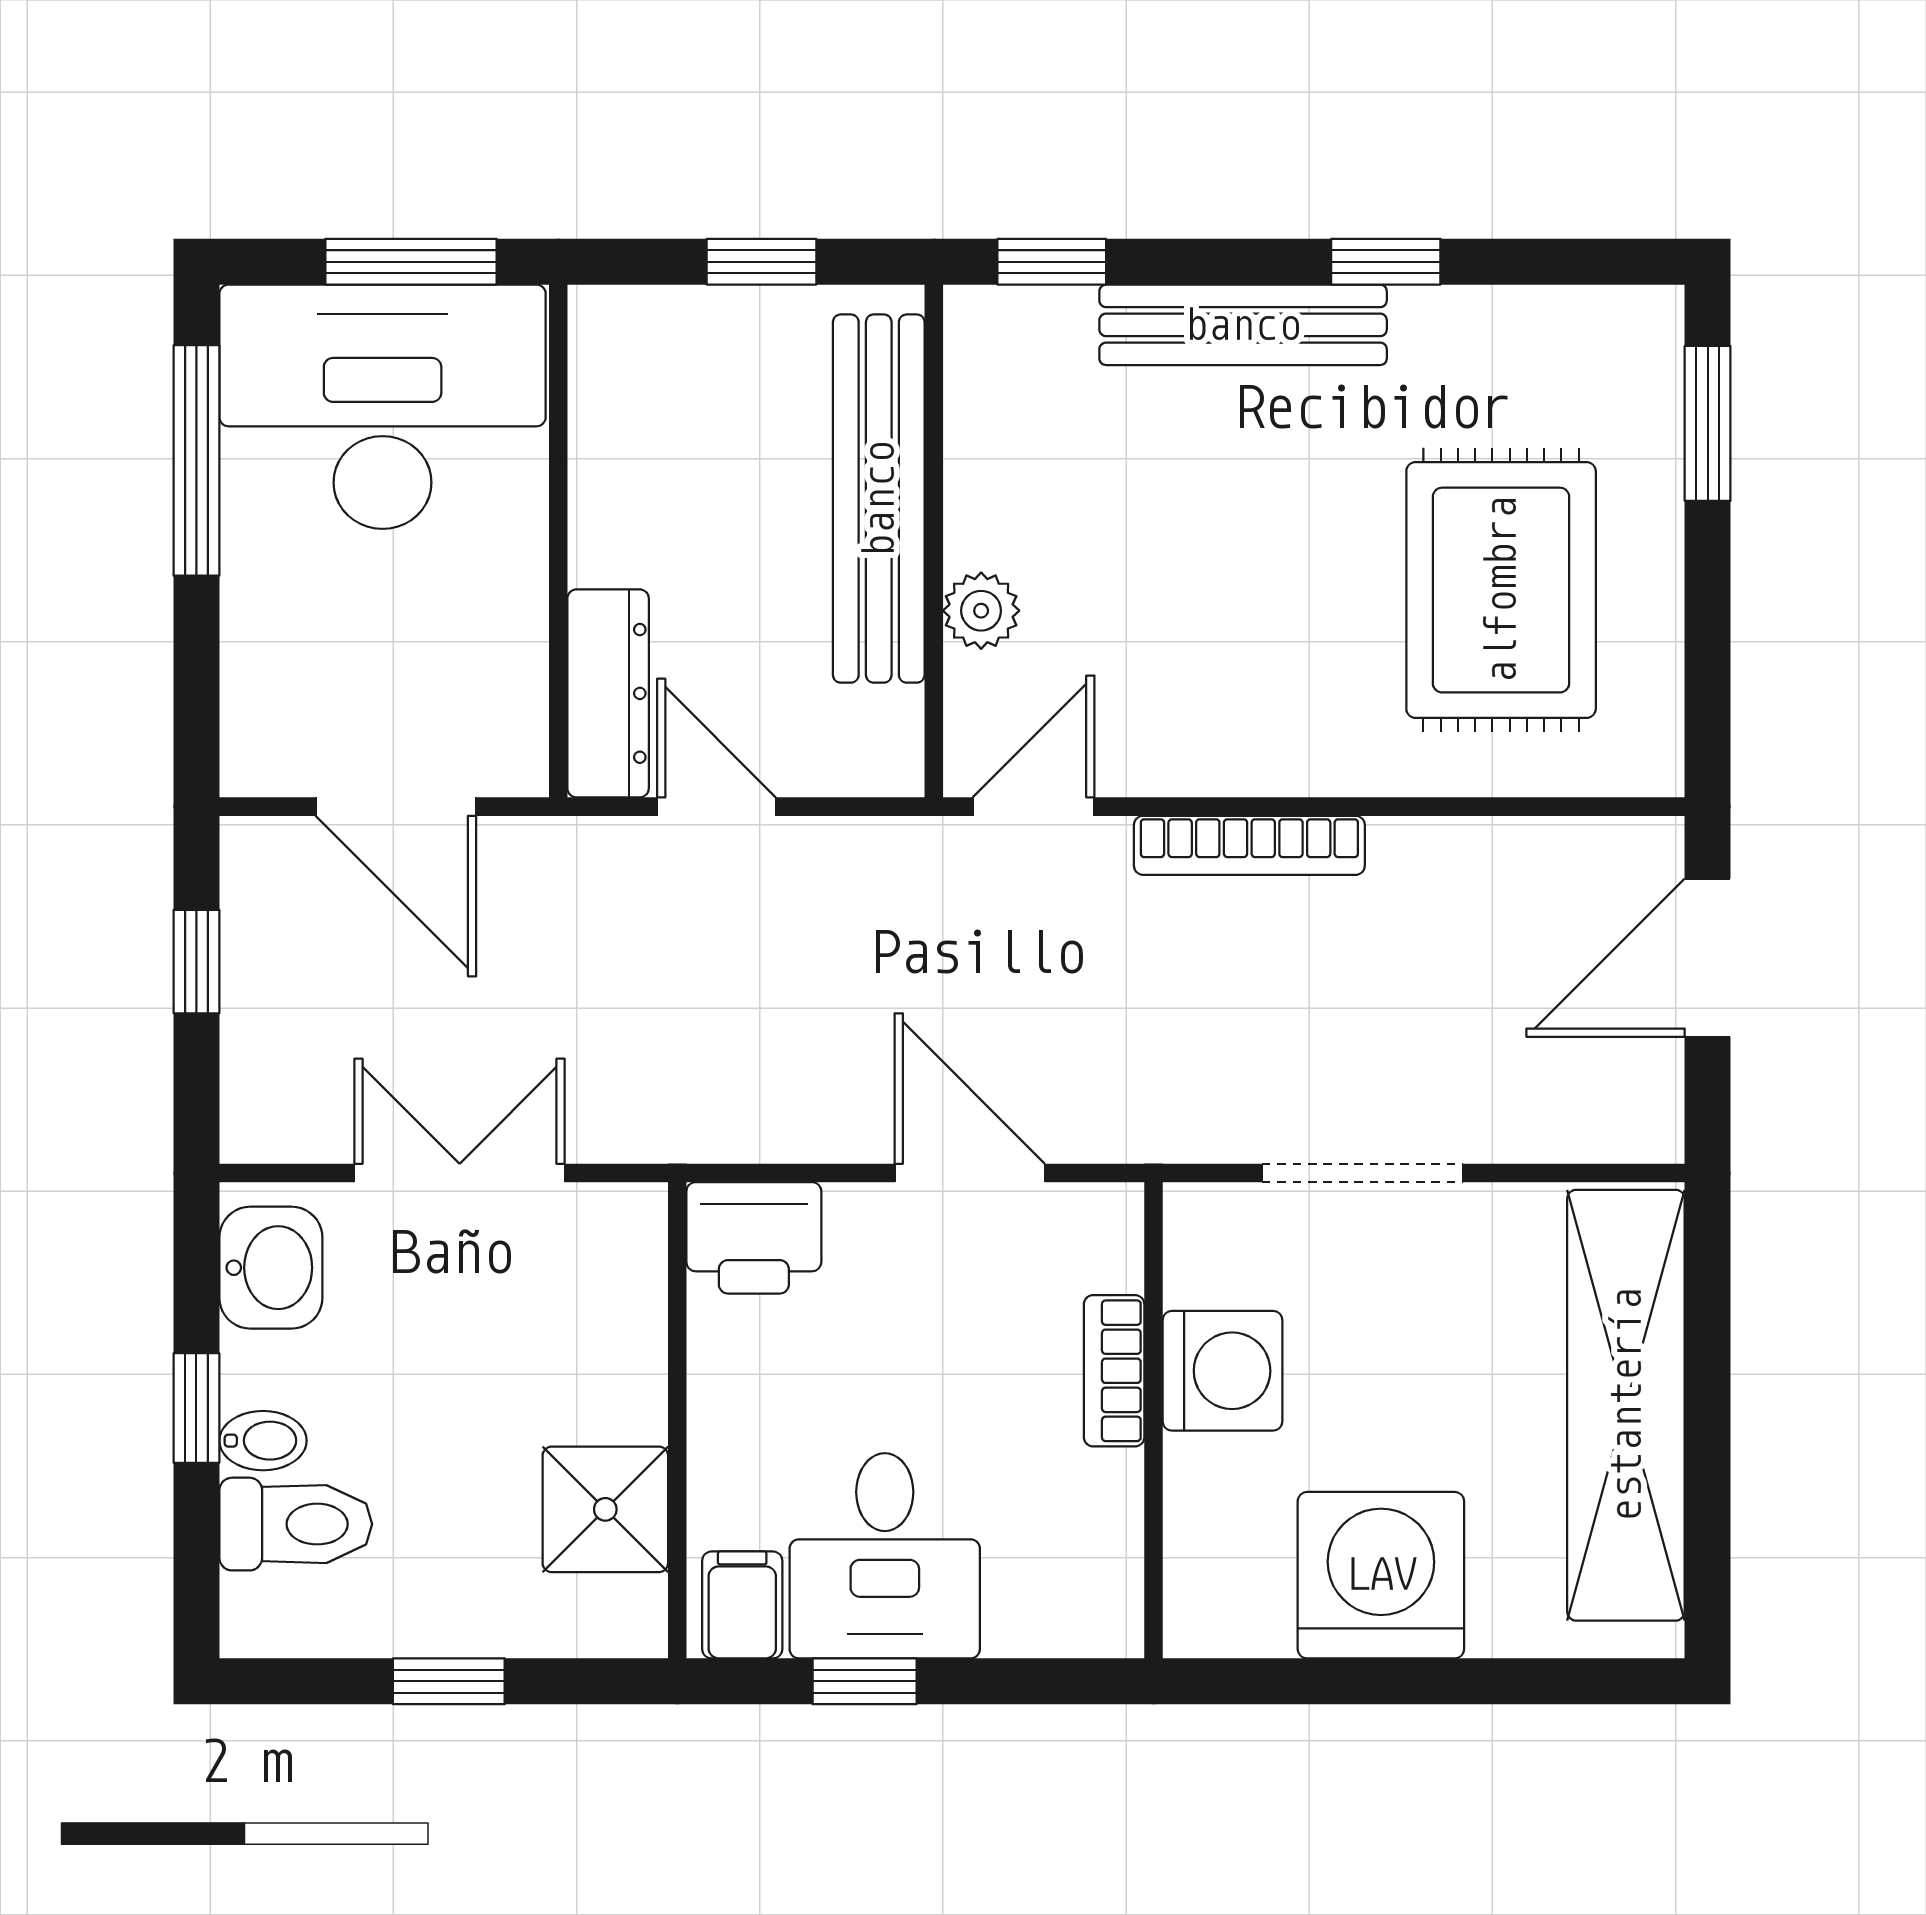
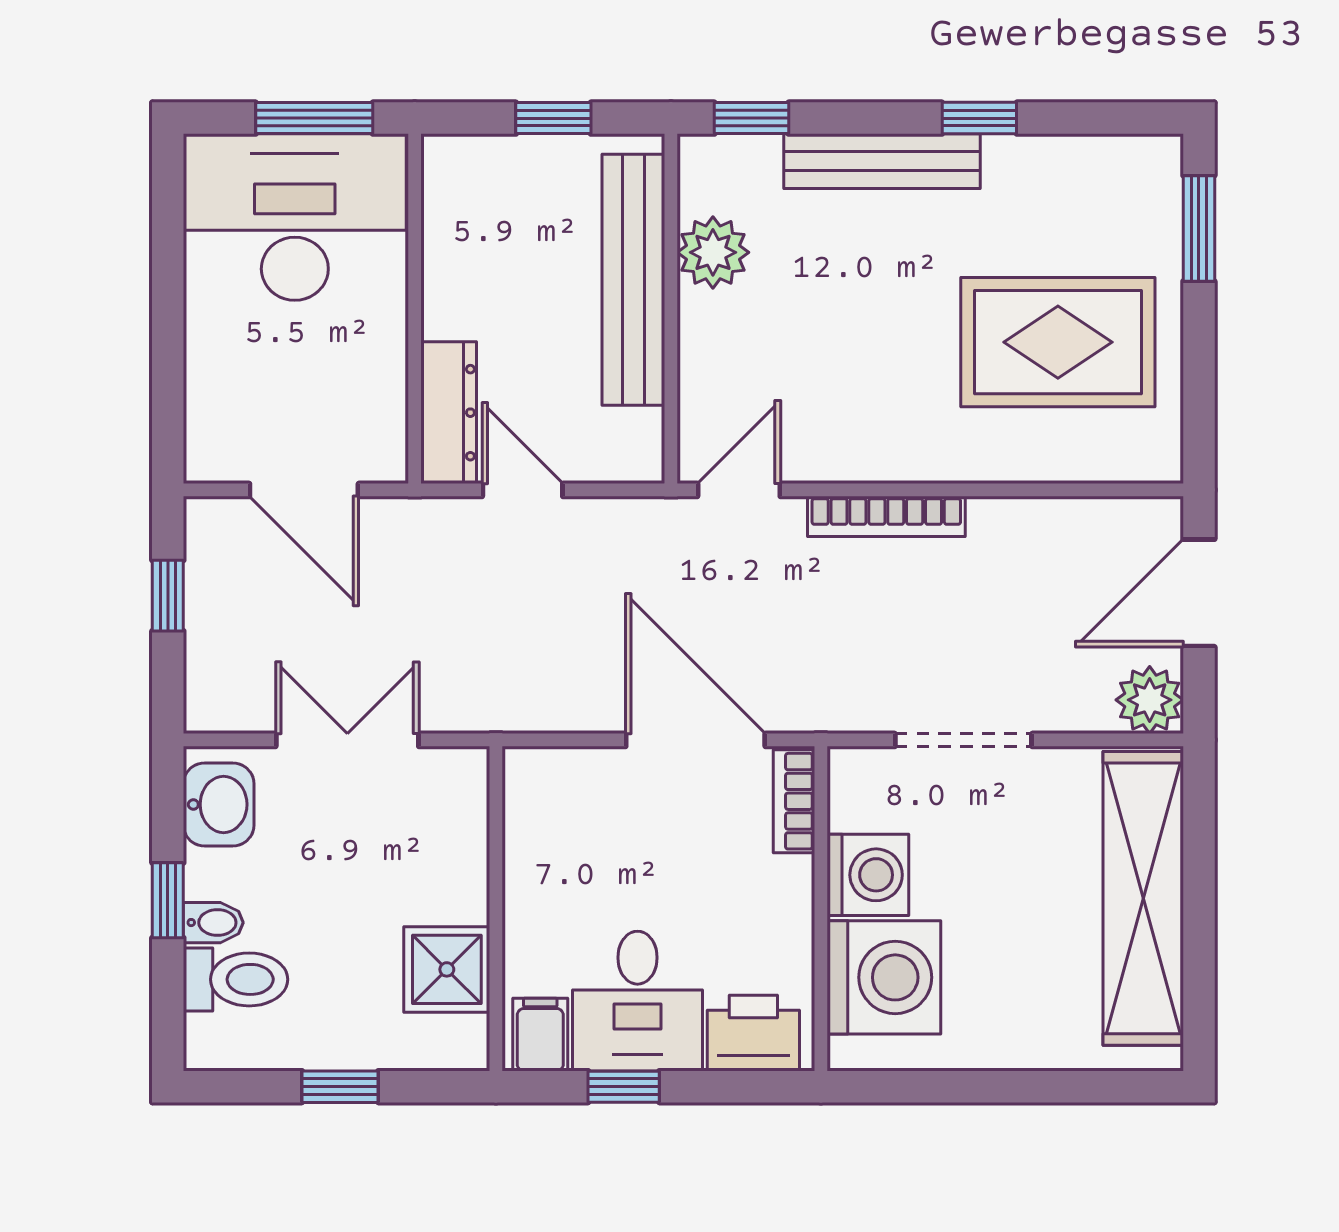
window: (196, 460) -> (168, 254), removed
rug: (1501, 590) -> (1058, 342), turned 90
plant: (981, 611) -> (713, 252), moved, width x1.38, depth x1.38
plant: (1635, 1114) -> (1150, 700), added
door: (970, 1173) -> (695, 740), width x1.36
printer: (754, 1238) -> (753, 1033), moved, turned 180
bookcase: (1114, 1371) -> (794, 801), moved
washing machine: (1381, 1575) -> (884, 977), moved, turned 90

